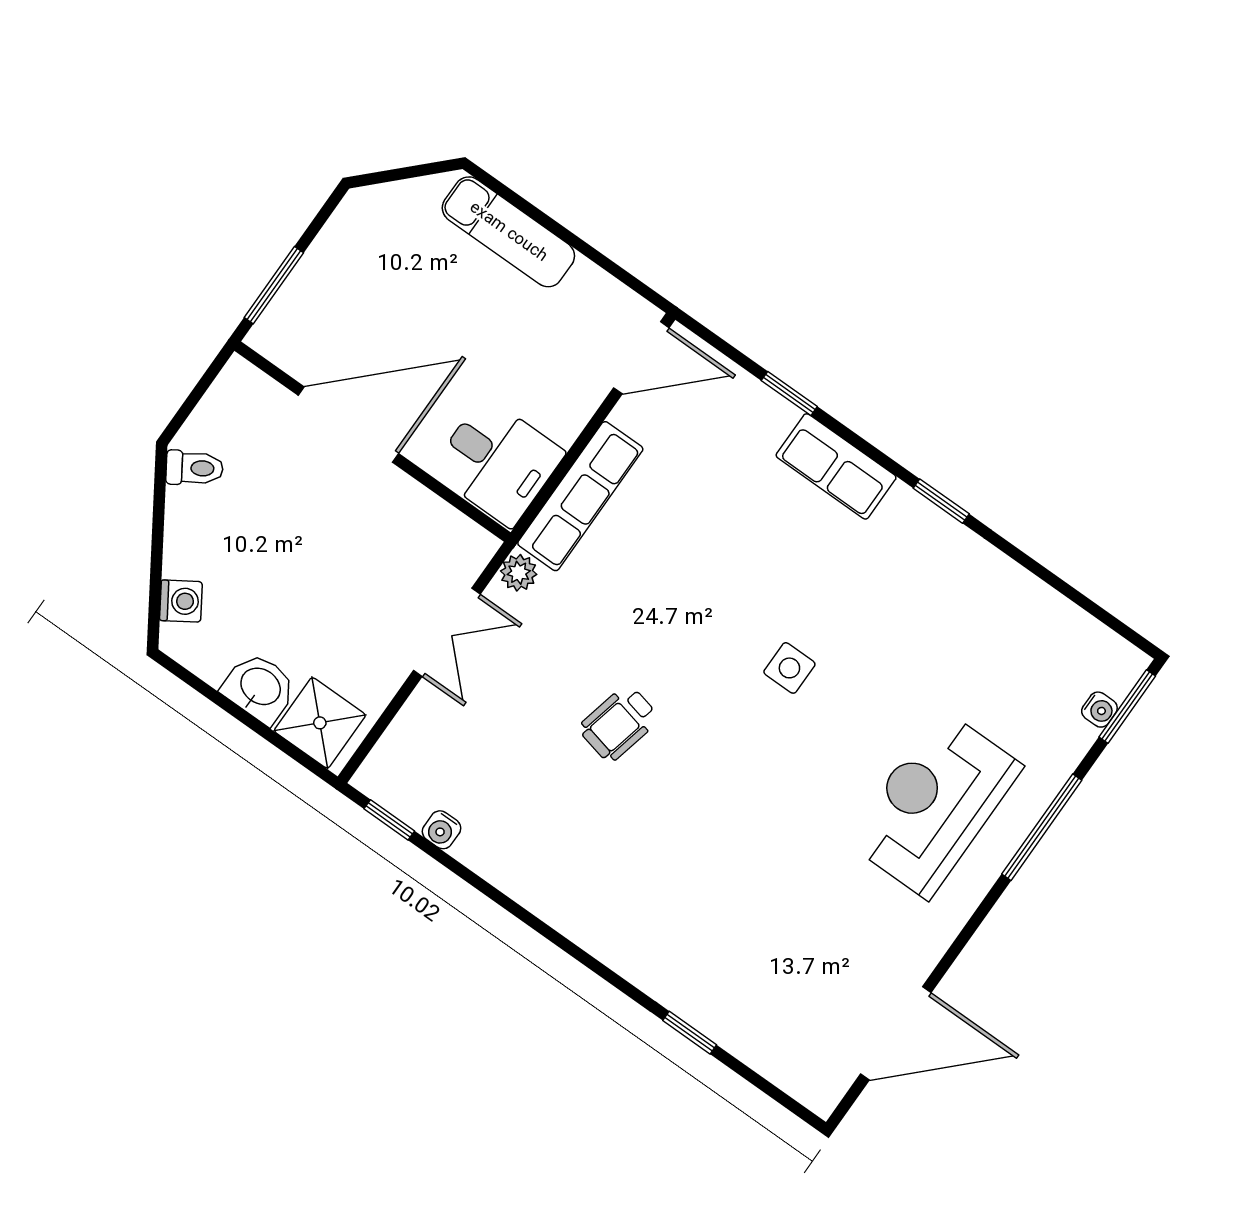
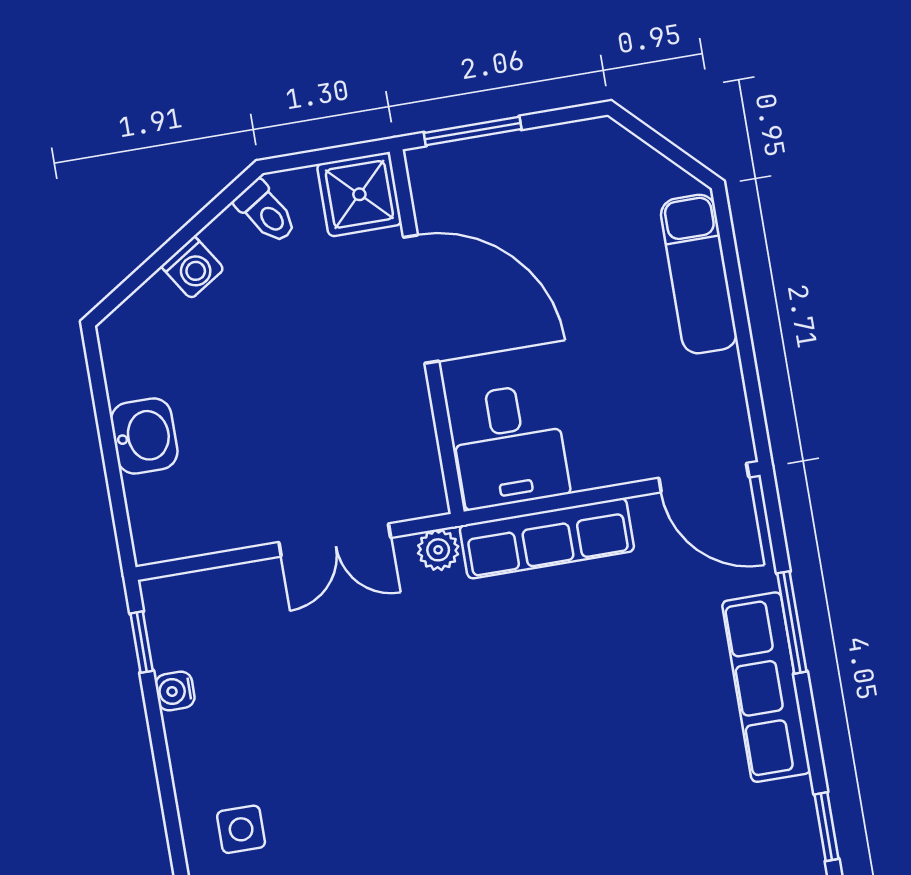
window: (789, 394) -> (792, 622), width x1.50
row of seats: (836, 466) -> (766, 687), width x1.48
washing machine: (181, 601) -> (193, 268), moved
side table: (789, 668) -> (241, 829), moved
shower: (320, 723) -> (359, 194), moved
wheelchair: (619, 723) -> (398, 747), removed

